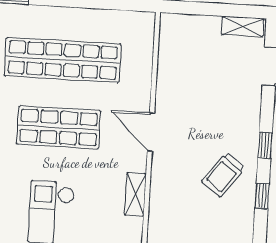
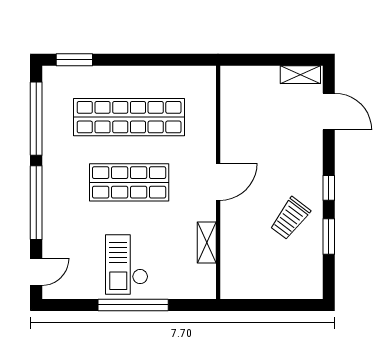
door: (151, 132) -> (218, 182), swing flipped
window: (262, 196) -> (329, 237), width x1.50

